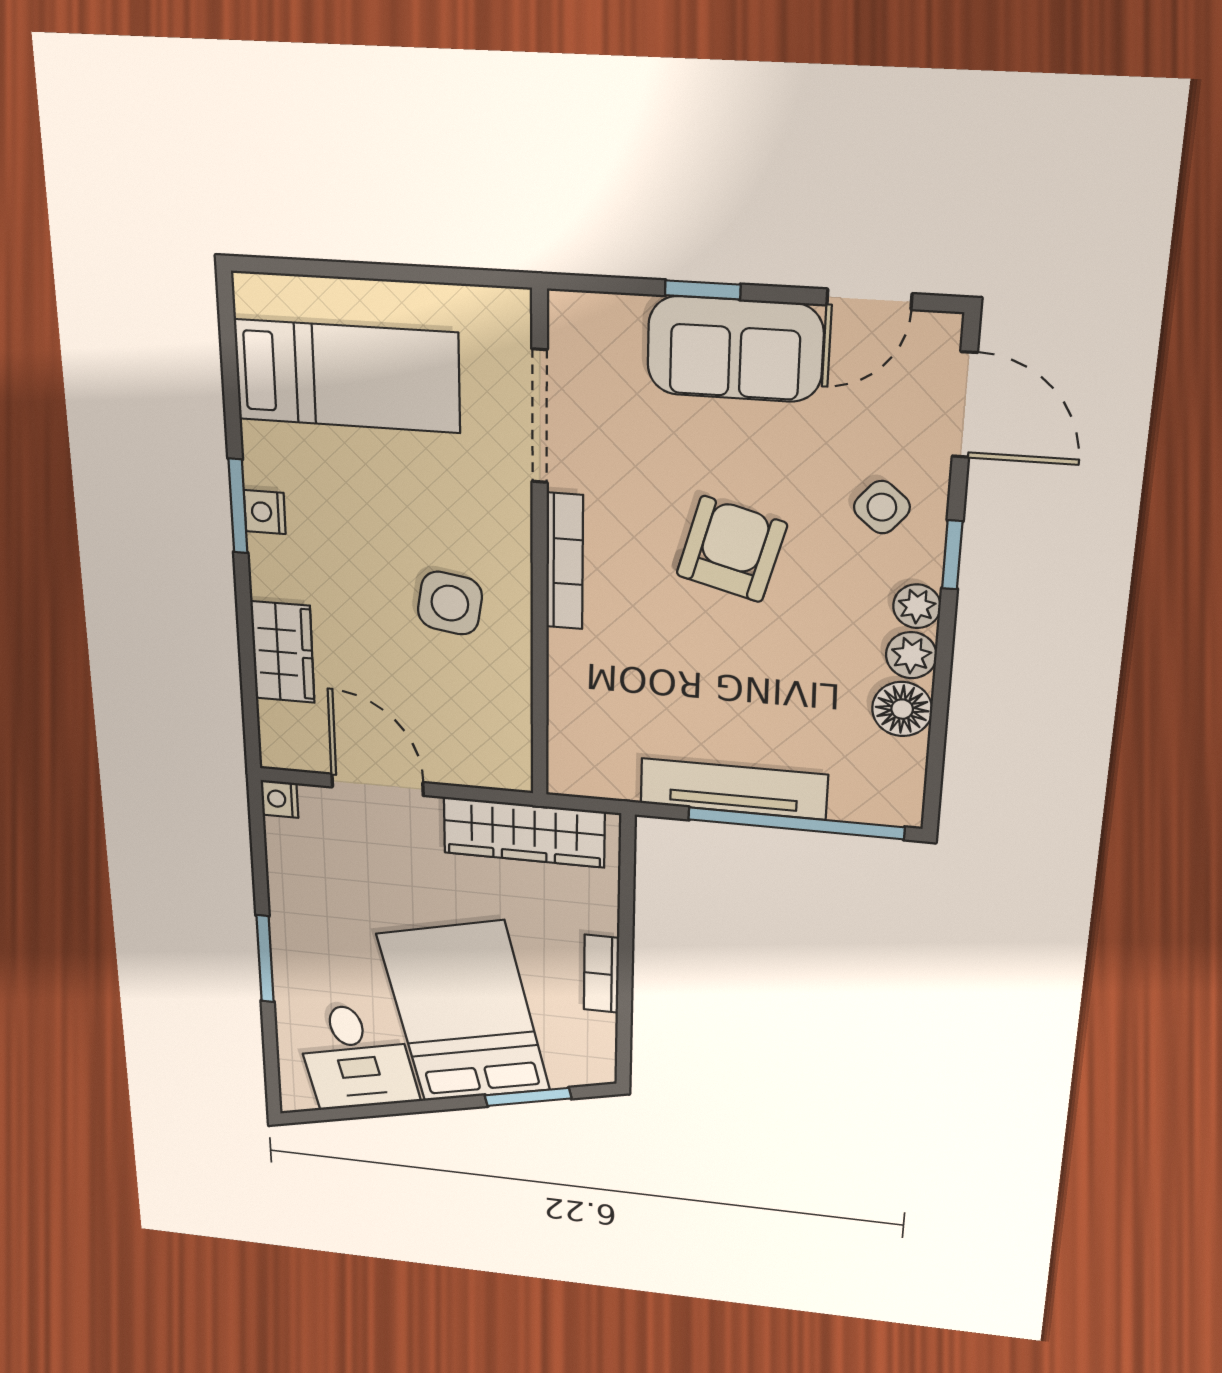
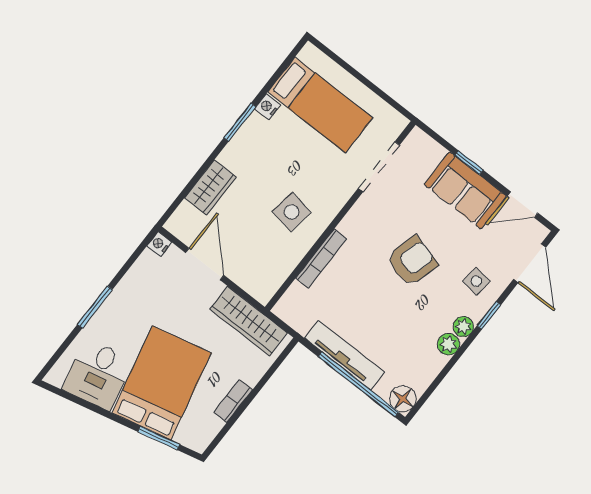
side table: (882, 507) -> (476, 281), turned -34
nightstand: (265, 512) -> (267, 107), moved
bookcase: (565, 561) -> (321, 259), moved
floor lamp: (902, 709) -> (403, 399), moved

